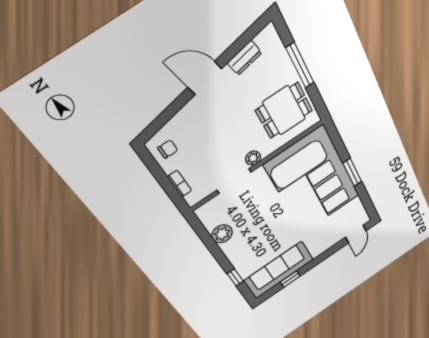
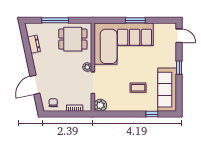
door: (205, 78) -> (35, 85), moved
dining table: (284, 110) -> (73, 39), turned 90
plant: (222, 234) -> (100, 105), moved
coffee table: (261, 238) -> (138, 88), added
window: (290, 279) -> (179, 68), moved

